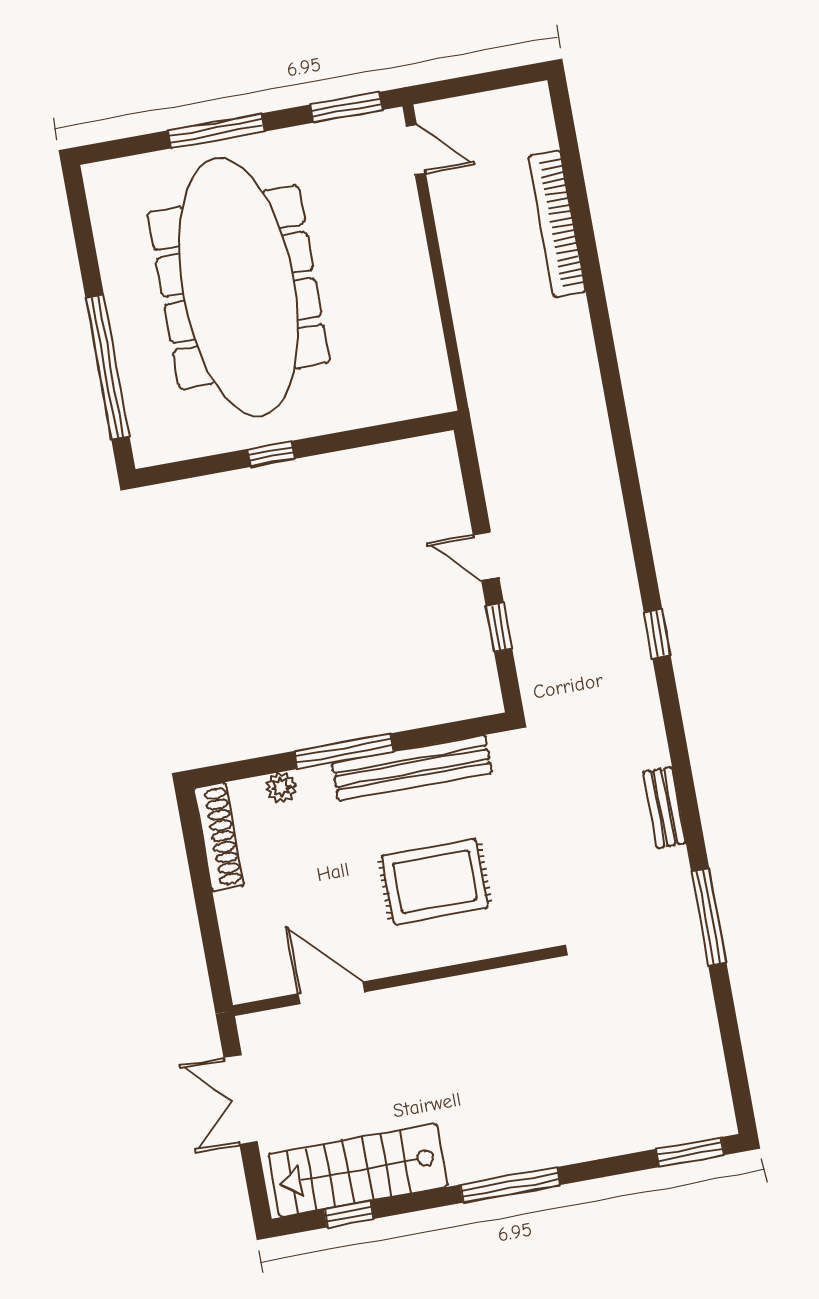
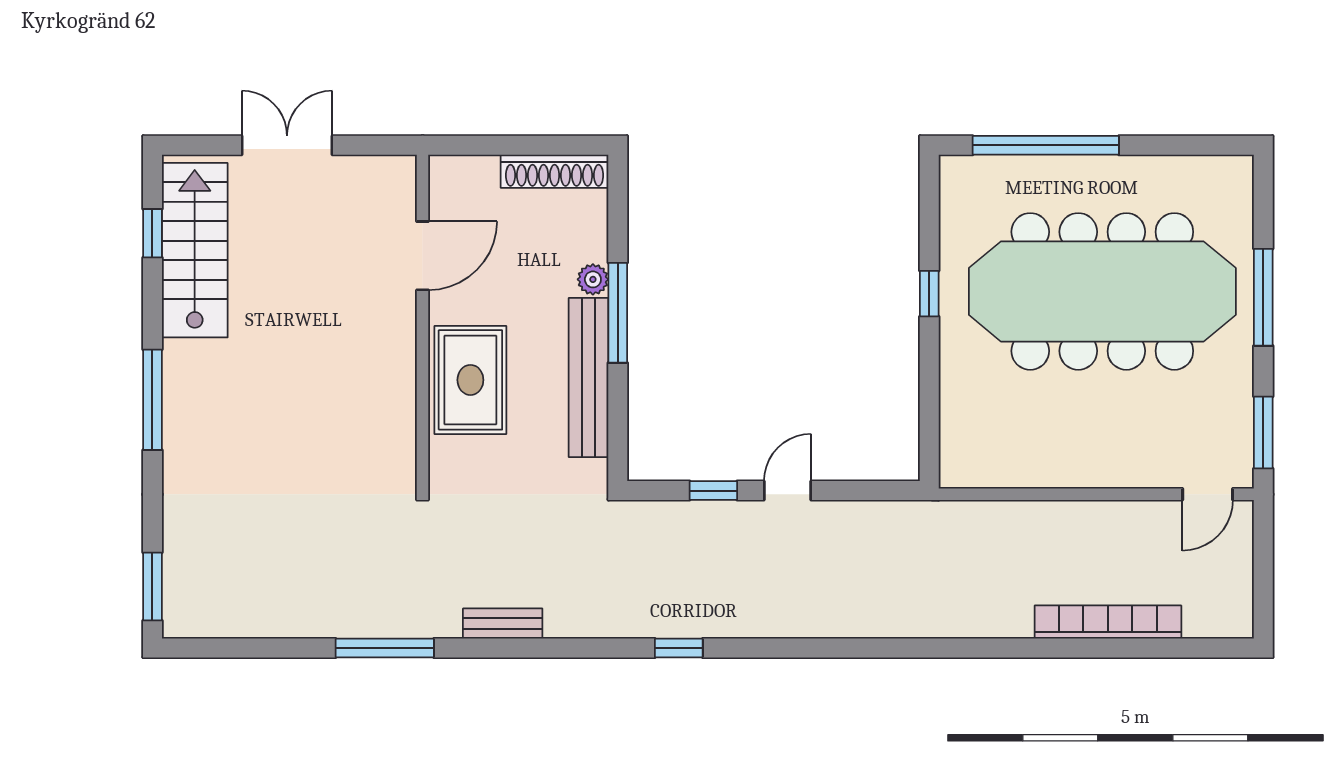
plant: (281, 787) -> (593, 279), moved
wall: (395, 981) -> (423, 322), moved
door: (331, 993) -> (423, 256), moved

